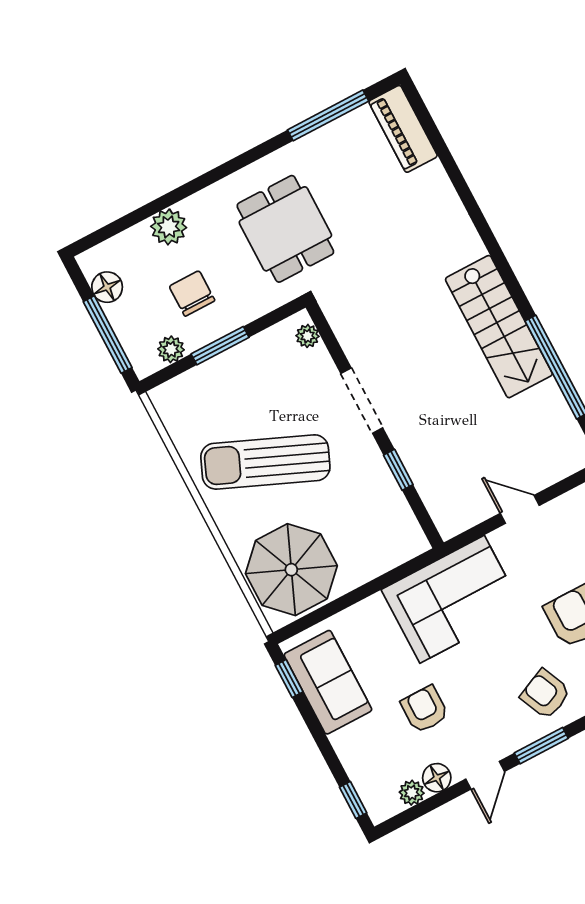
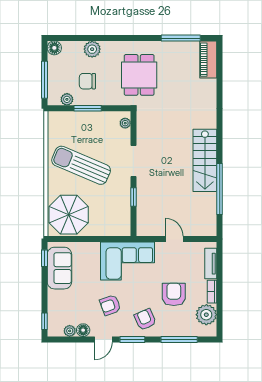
floor lamp: (107, 287) -> (54, 48), moved
chair: (192, 293) -> (87, 81), turned -90
armchair: (425, 709) -> (110, 305), moved, turned -110

